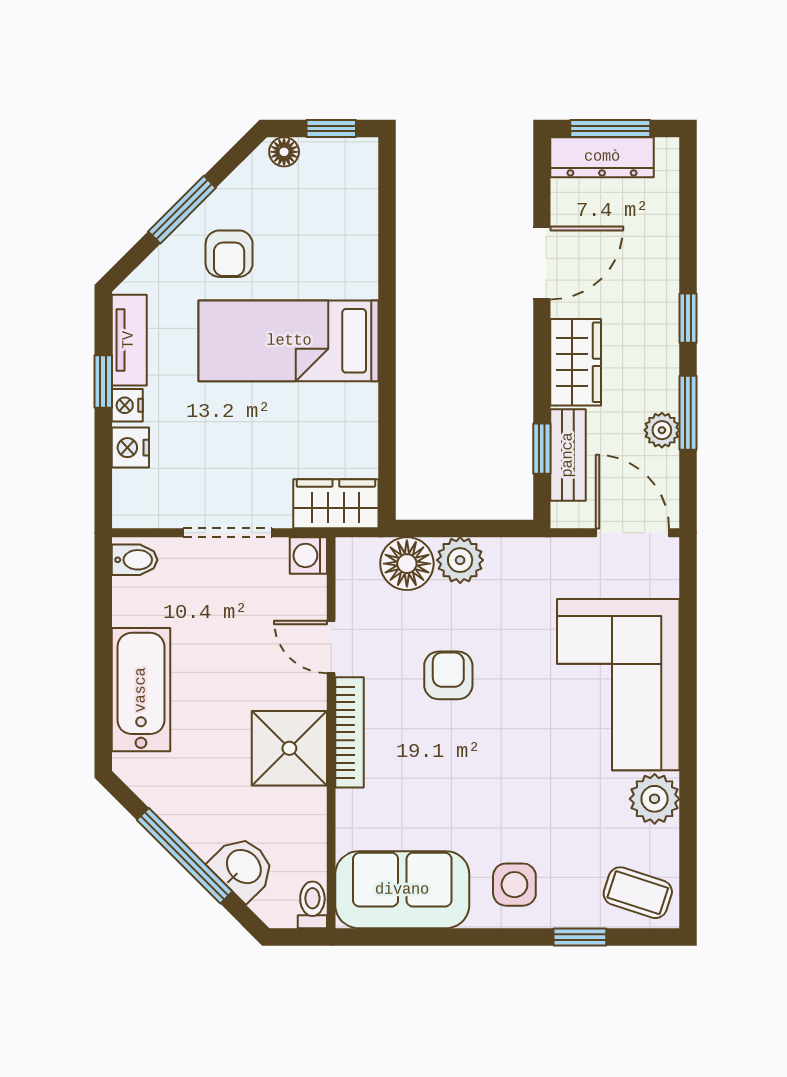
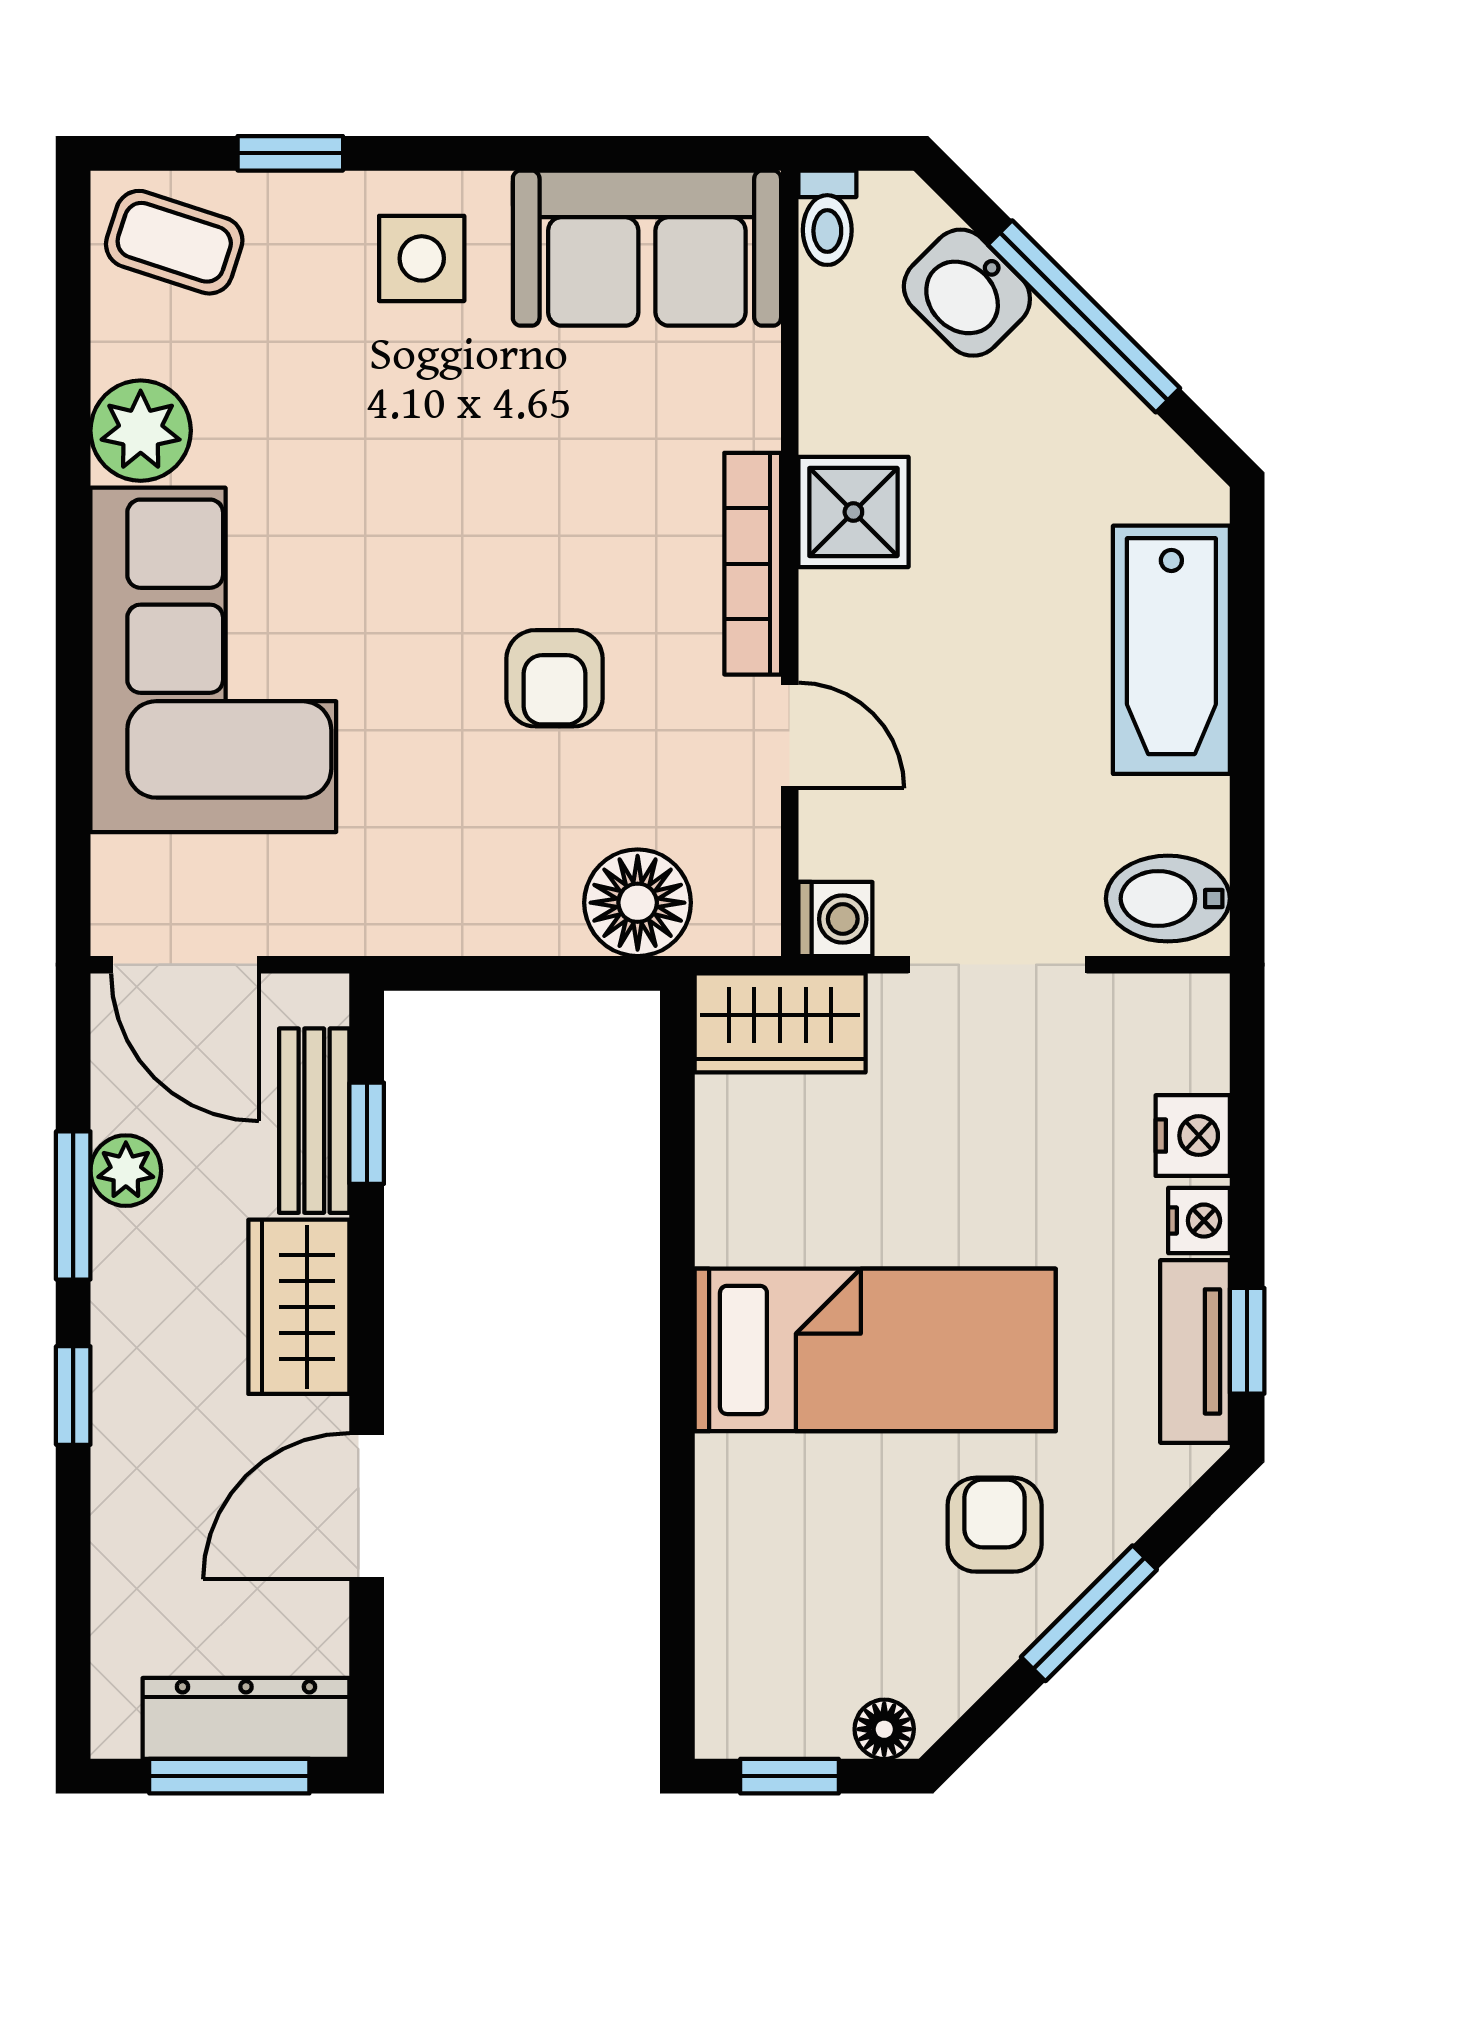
window: (103, 381) -> (1247, 1341), moved
bidet: (135, 560) -> (1168, 899), width x1.38, depth x1.36
plant: (460, 560) -> (531, 910), removed
shower: (289, 748) -> (853, 512), width x0.73, depth x0.73

